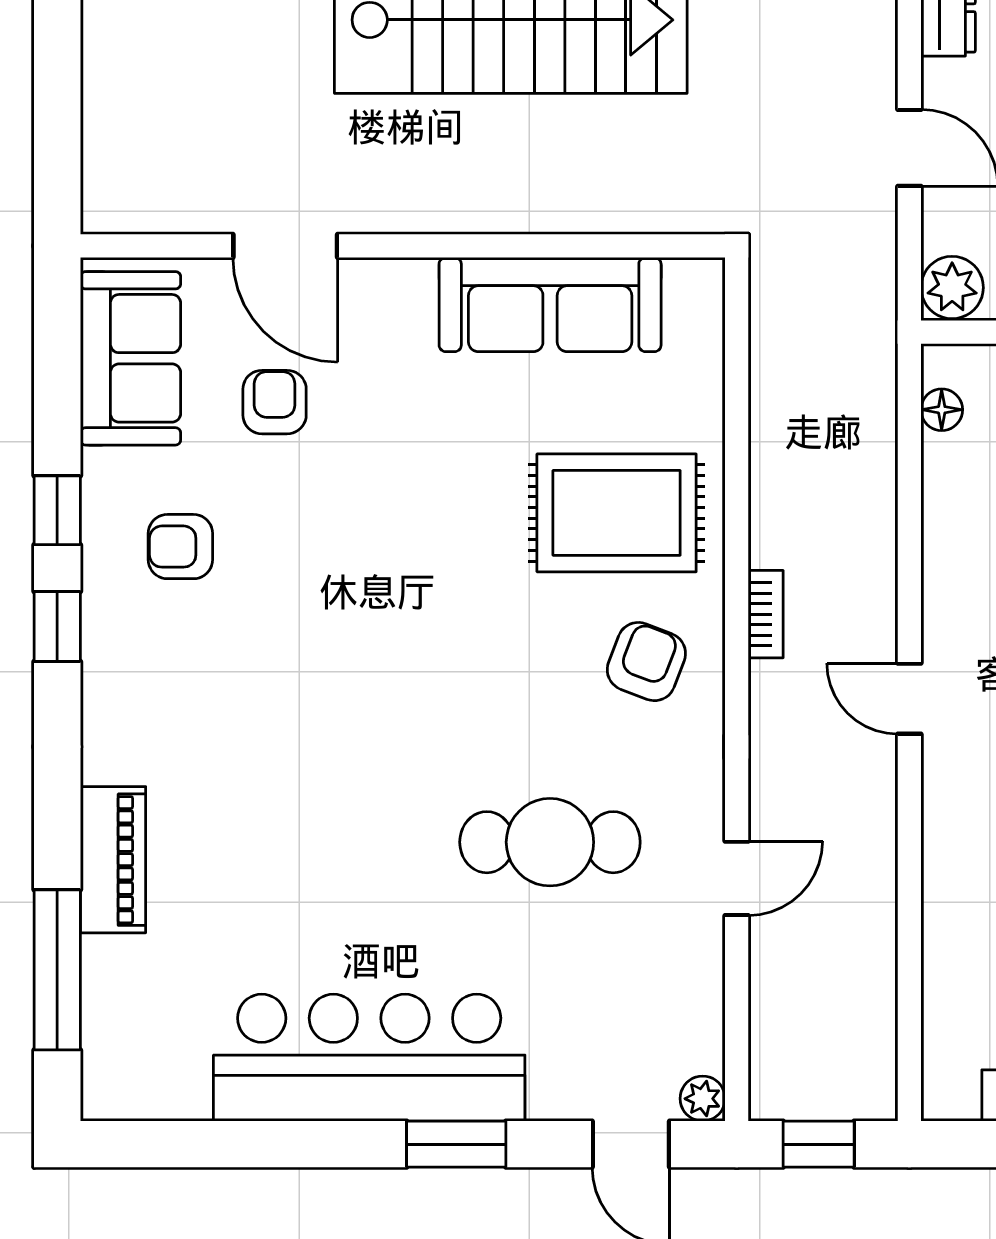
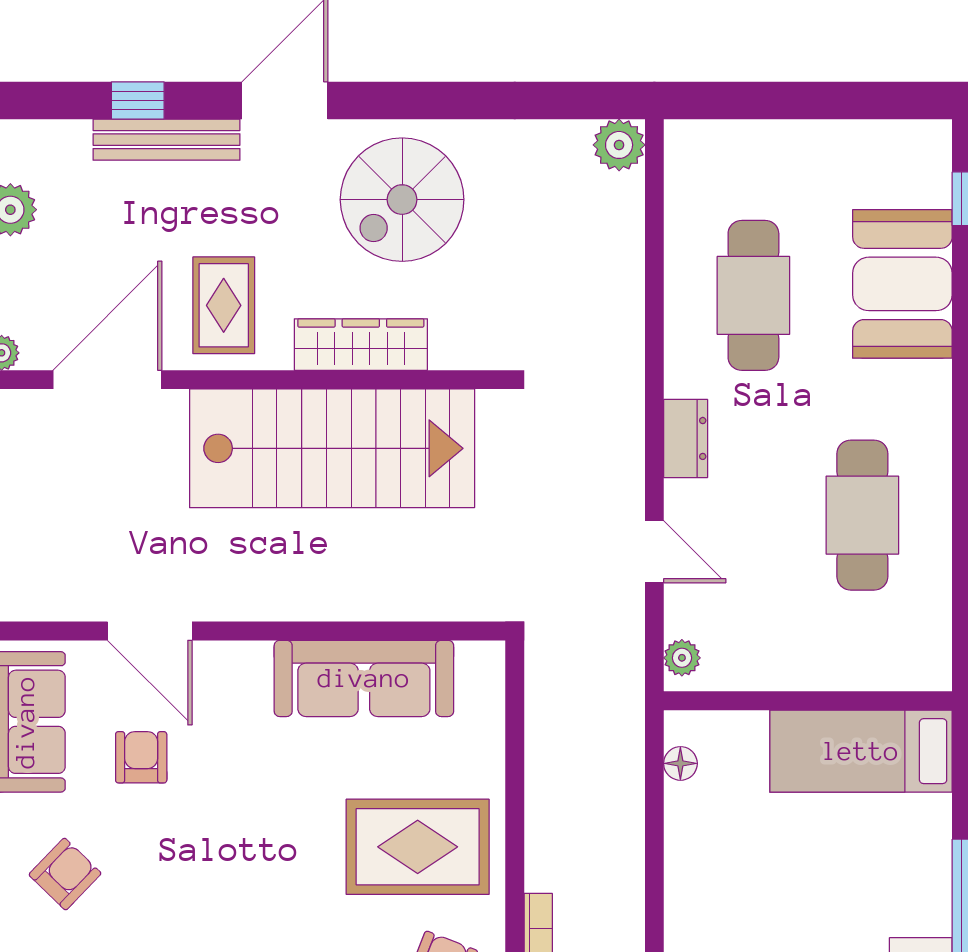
plant: (952, 288) -> (682, 658), width x0.73, depth x0.73
armchair: (180, 547) -> (65, 874), turned 134

